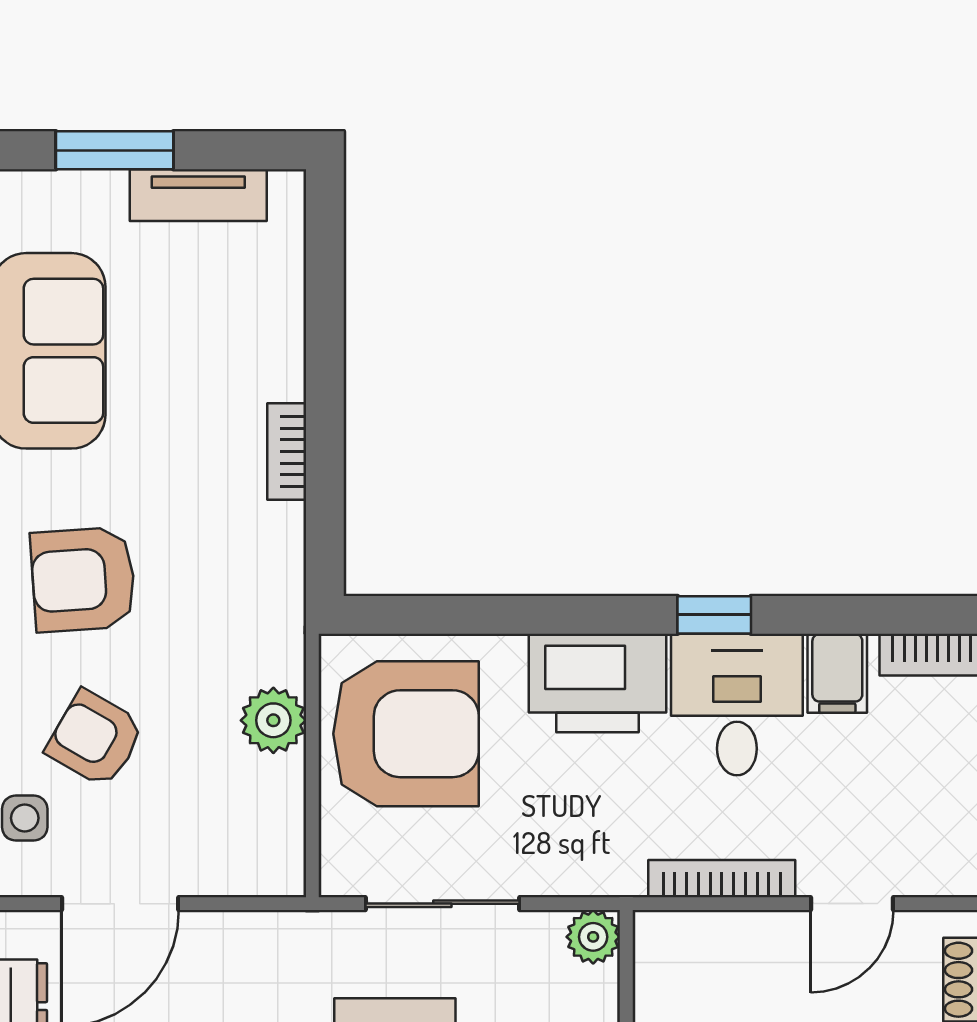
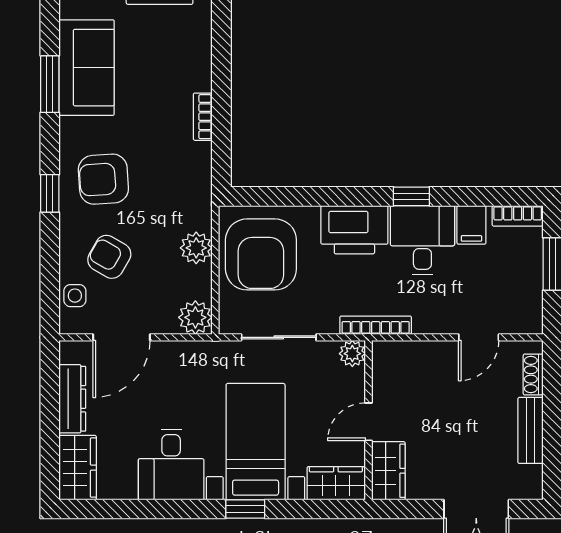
armchair: (406, 734) -> (261, 254), turned 90
plant: (272, 863) -> (195, 317), added
bookcase: (722, 879) -> (376, 325), moved

